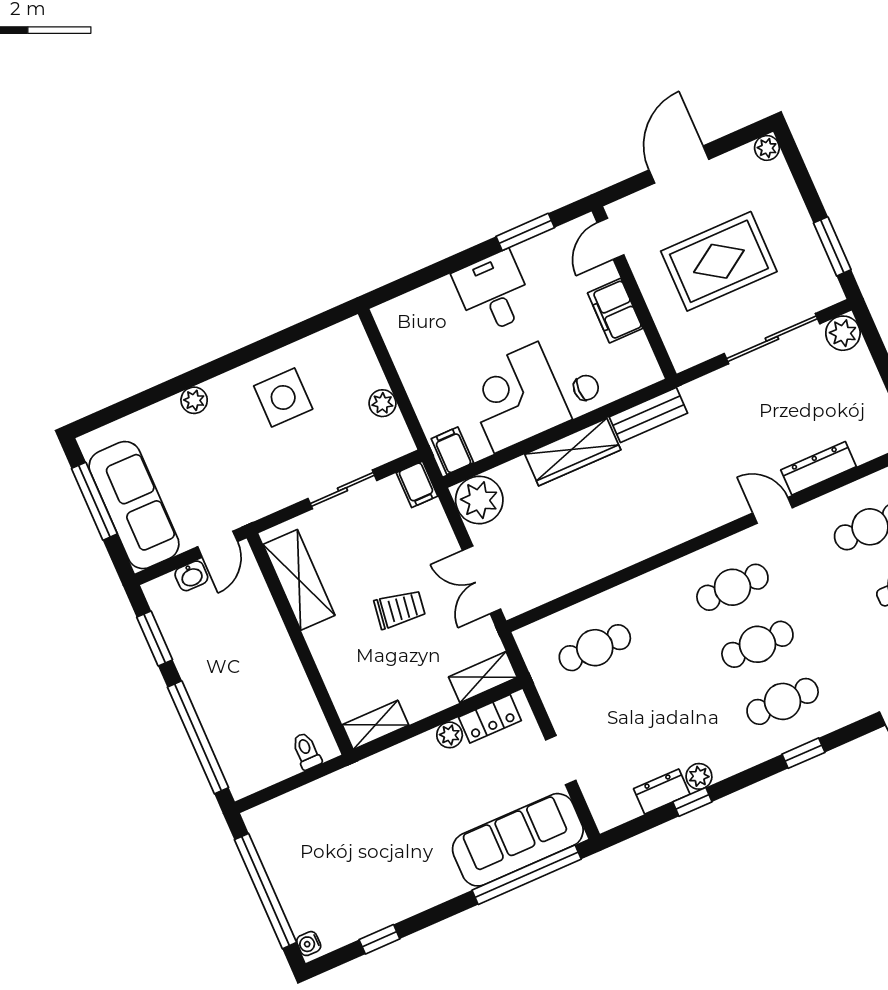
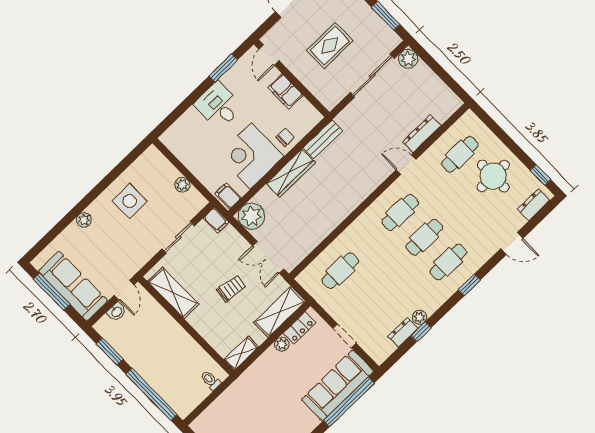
rug: (719, 261) -> (330, 46), width x0.73, depth x0.70
shelving: (483, 677) -> (280, 312), width x1.50, depth x1.33

